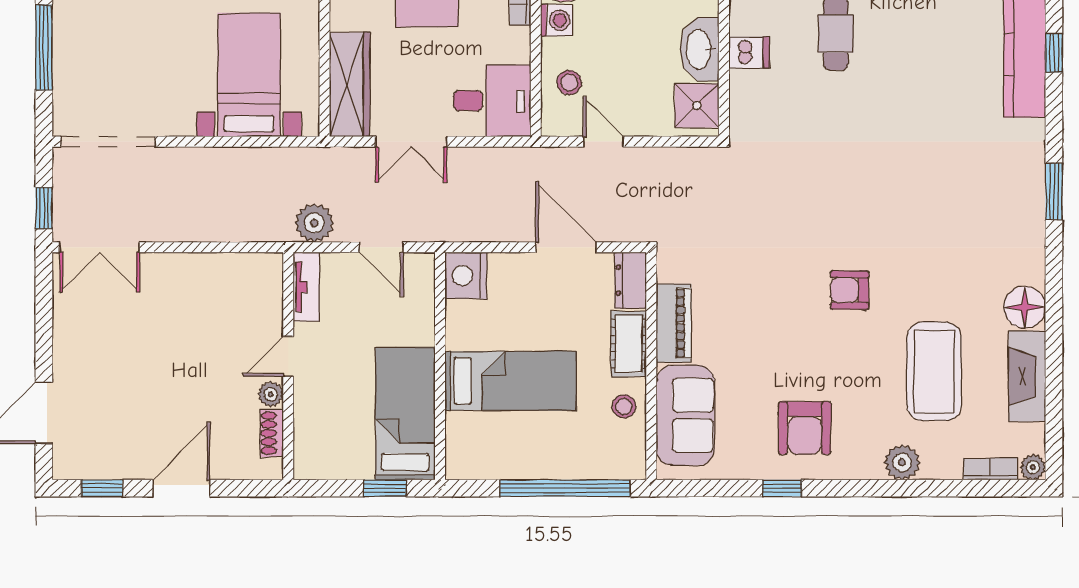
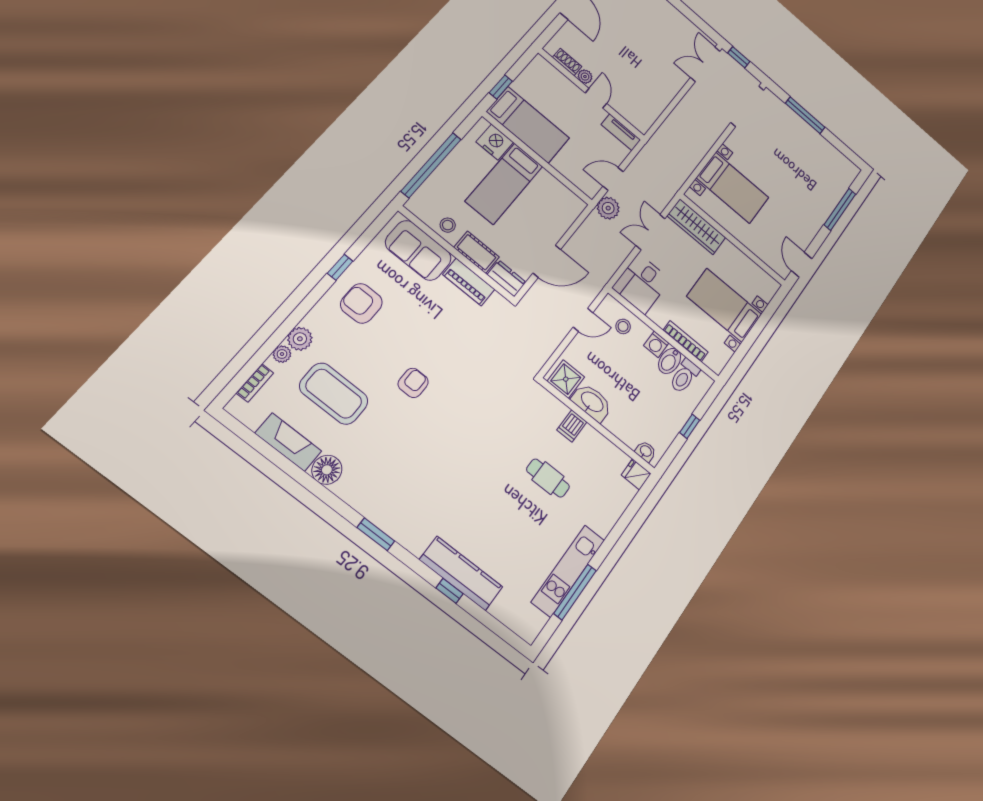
plant: (314, 223) -> (608, 208), moved
nightstand: (466, 276) -> (495, 142), moved
plant: (1033, 467) -> (282, 354), moved

